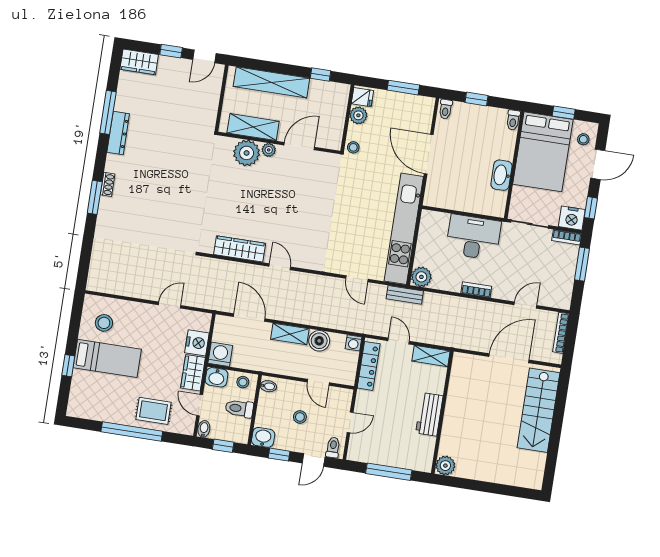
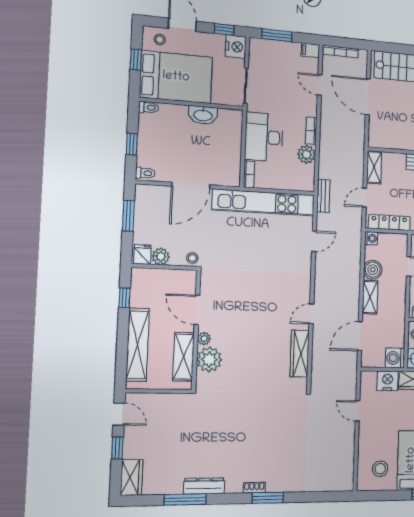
bookcase: (567, 237) -> (249, 174), moved
plant: (421, 277) -> (306, 154), moved
filing cabinet: (564, 299) -> (310, 50), added

